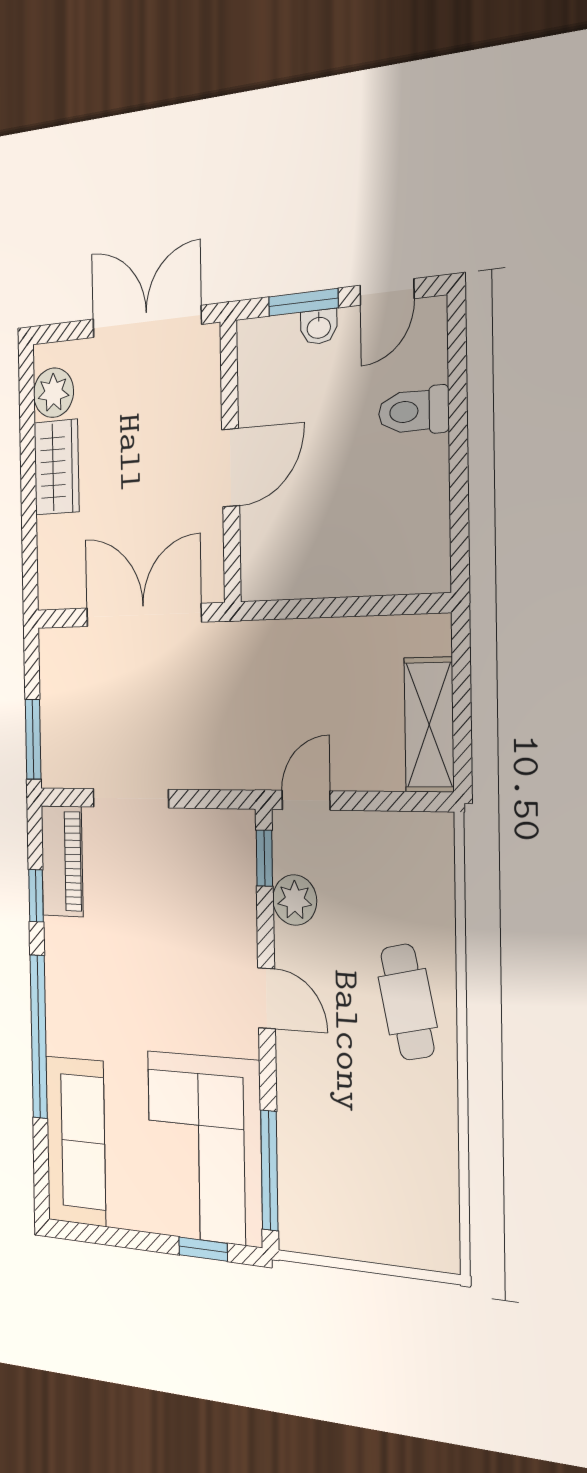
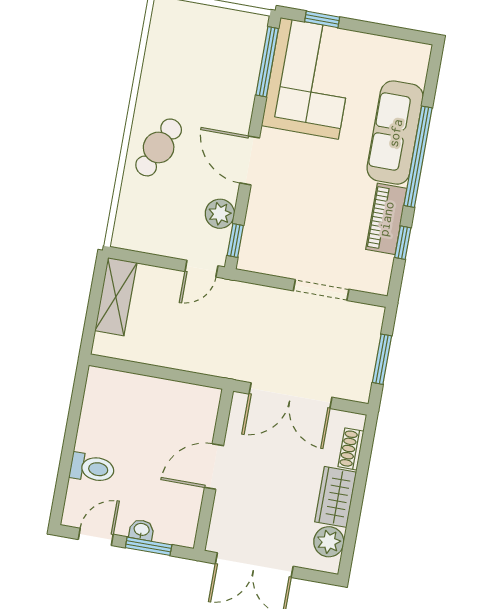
shoe rack: (49, 550) -> (351, 449), added
window: (33, 739) -> (382, 359), moved
piano: (62, 861) -> (386, 219), moved
door: (267, 998) -> (250, 160), width x1.38
cafe table: (407, 1002) -> (159, 147), turned 36
sofa: (76, 1141) -> (395, 133), moved

